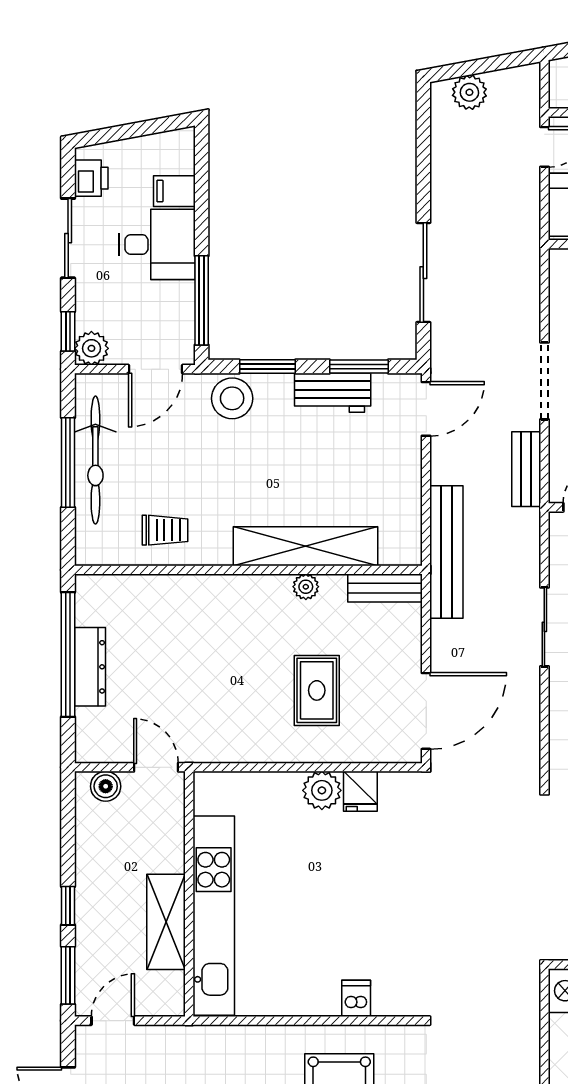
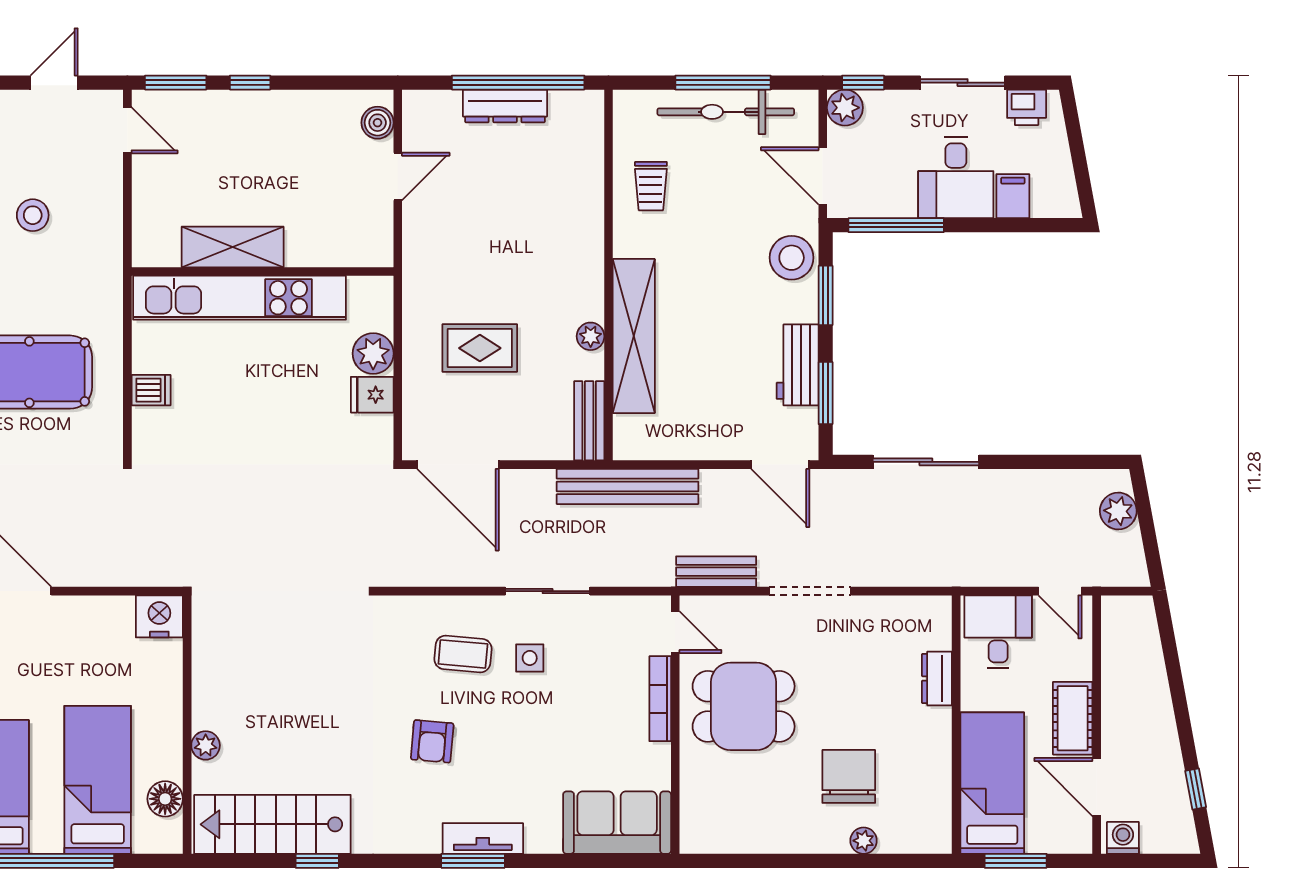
wall: (189, 894) -> (263, 272), moved
kitchen unit: (214, 916) -> (240, 298), moved
shelving: (166, 922) -> (233, 247), moved

